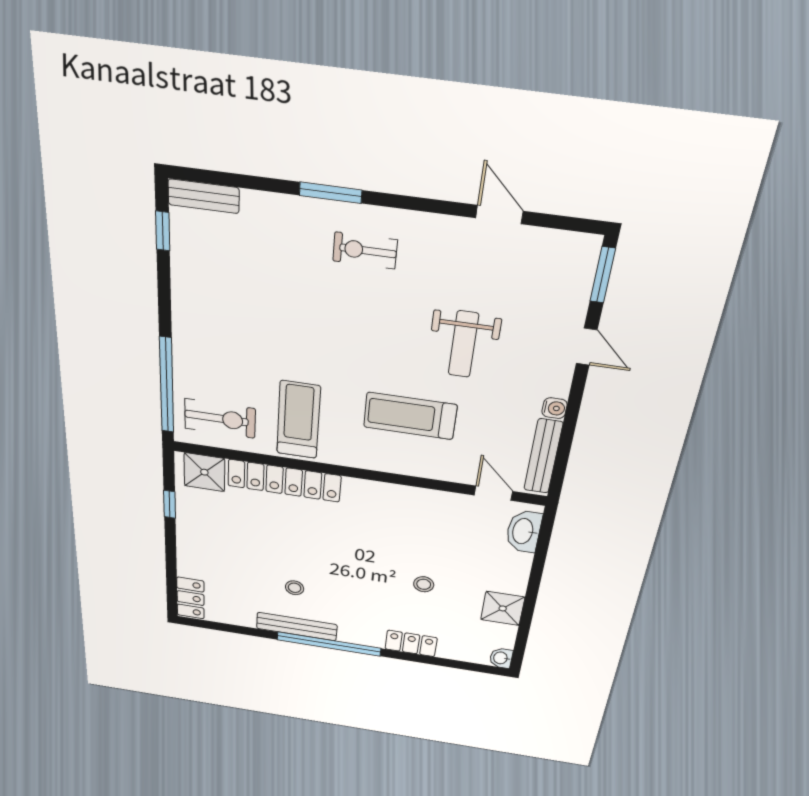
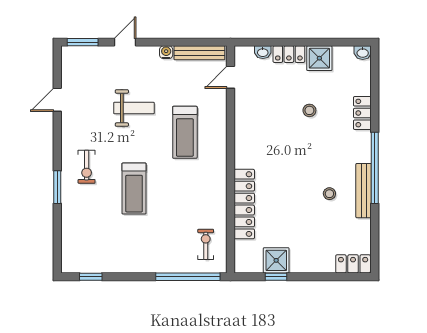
bench: (204, 196) -> (68, 254), removed
exercise bike: (220, 418) -> (206, 244), width x0.73, depth x0.72
treadmill: (298, 420) -> (134, 189), moved, turned -90
shower: (204, 472) -> (276, 260), moved
washbasin: (524, 531) -> (263, 52), width x0.52, depth x0.69
locker: (516, 573) -> (289, 54), added

